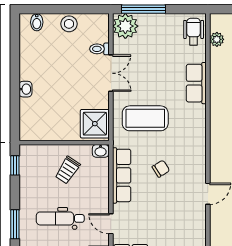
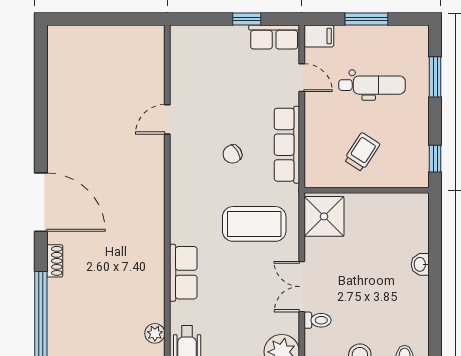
washbasin: (101, 151) -> (316, 179), removed

